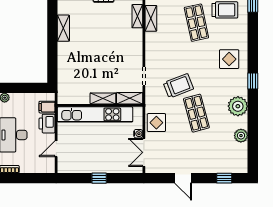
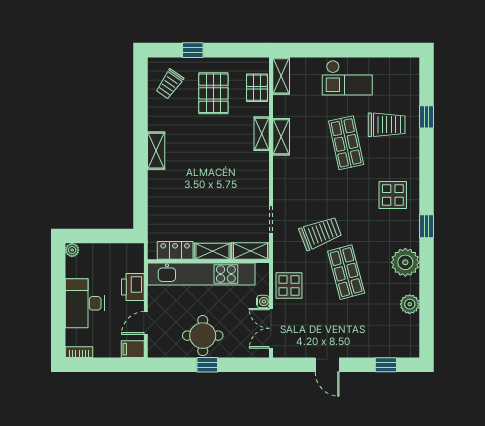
locker: (77, 98) -> (175, 250), added
filing cabinet: (47, 107) -> (133, 349), moved
round table: (96, 158) -> (203, 336), added

